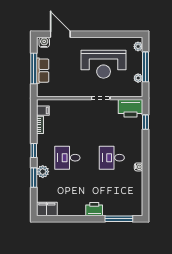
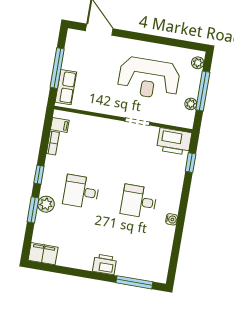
water cooler: (44, 42) -> (77, 37), removed
row of seats: (43, 71) -> (66, 87), moved

